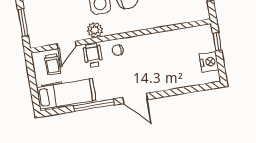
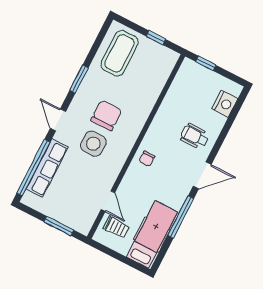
plant: (95, 30) -> (113, 166), removed
wheelchair: (93, 56) -> (195, 136), moved
nightstand: (209, 62) -> (225, 104), moved, turned 90

